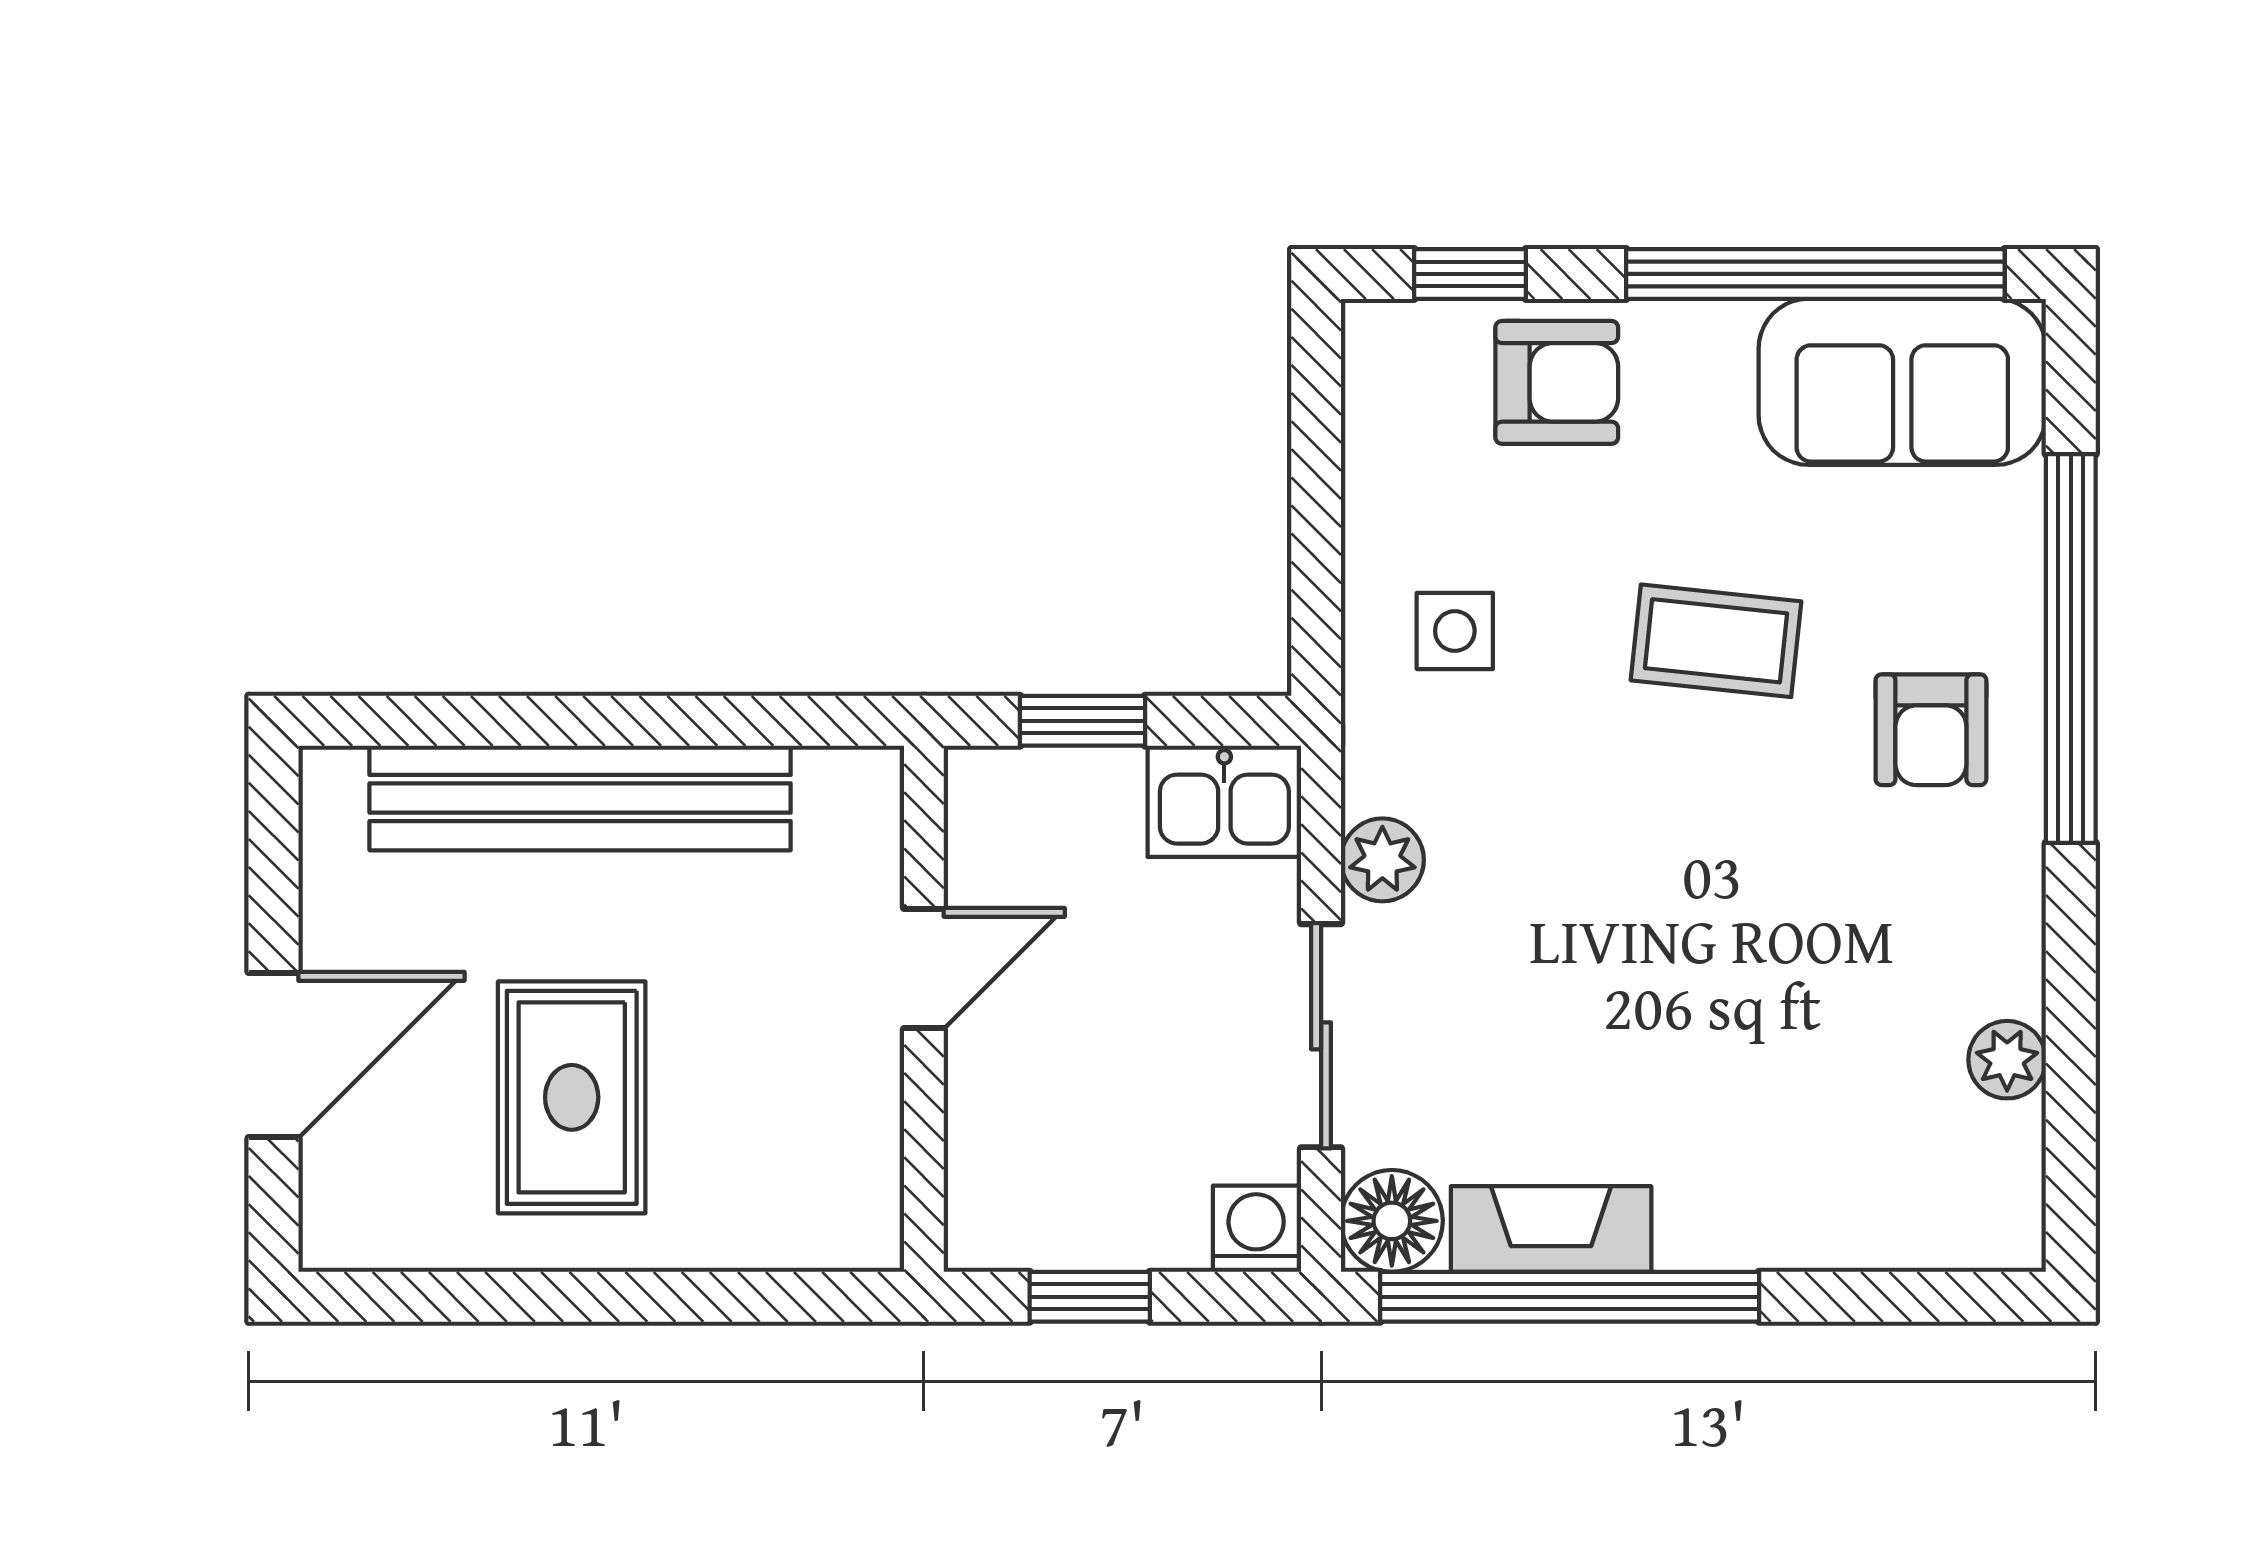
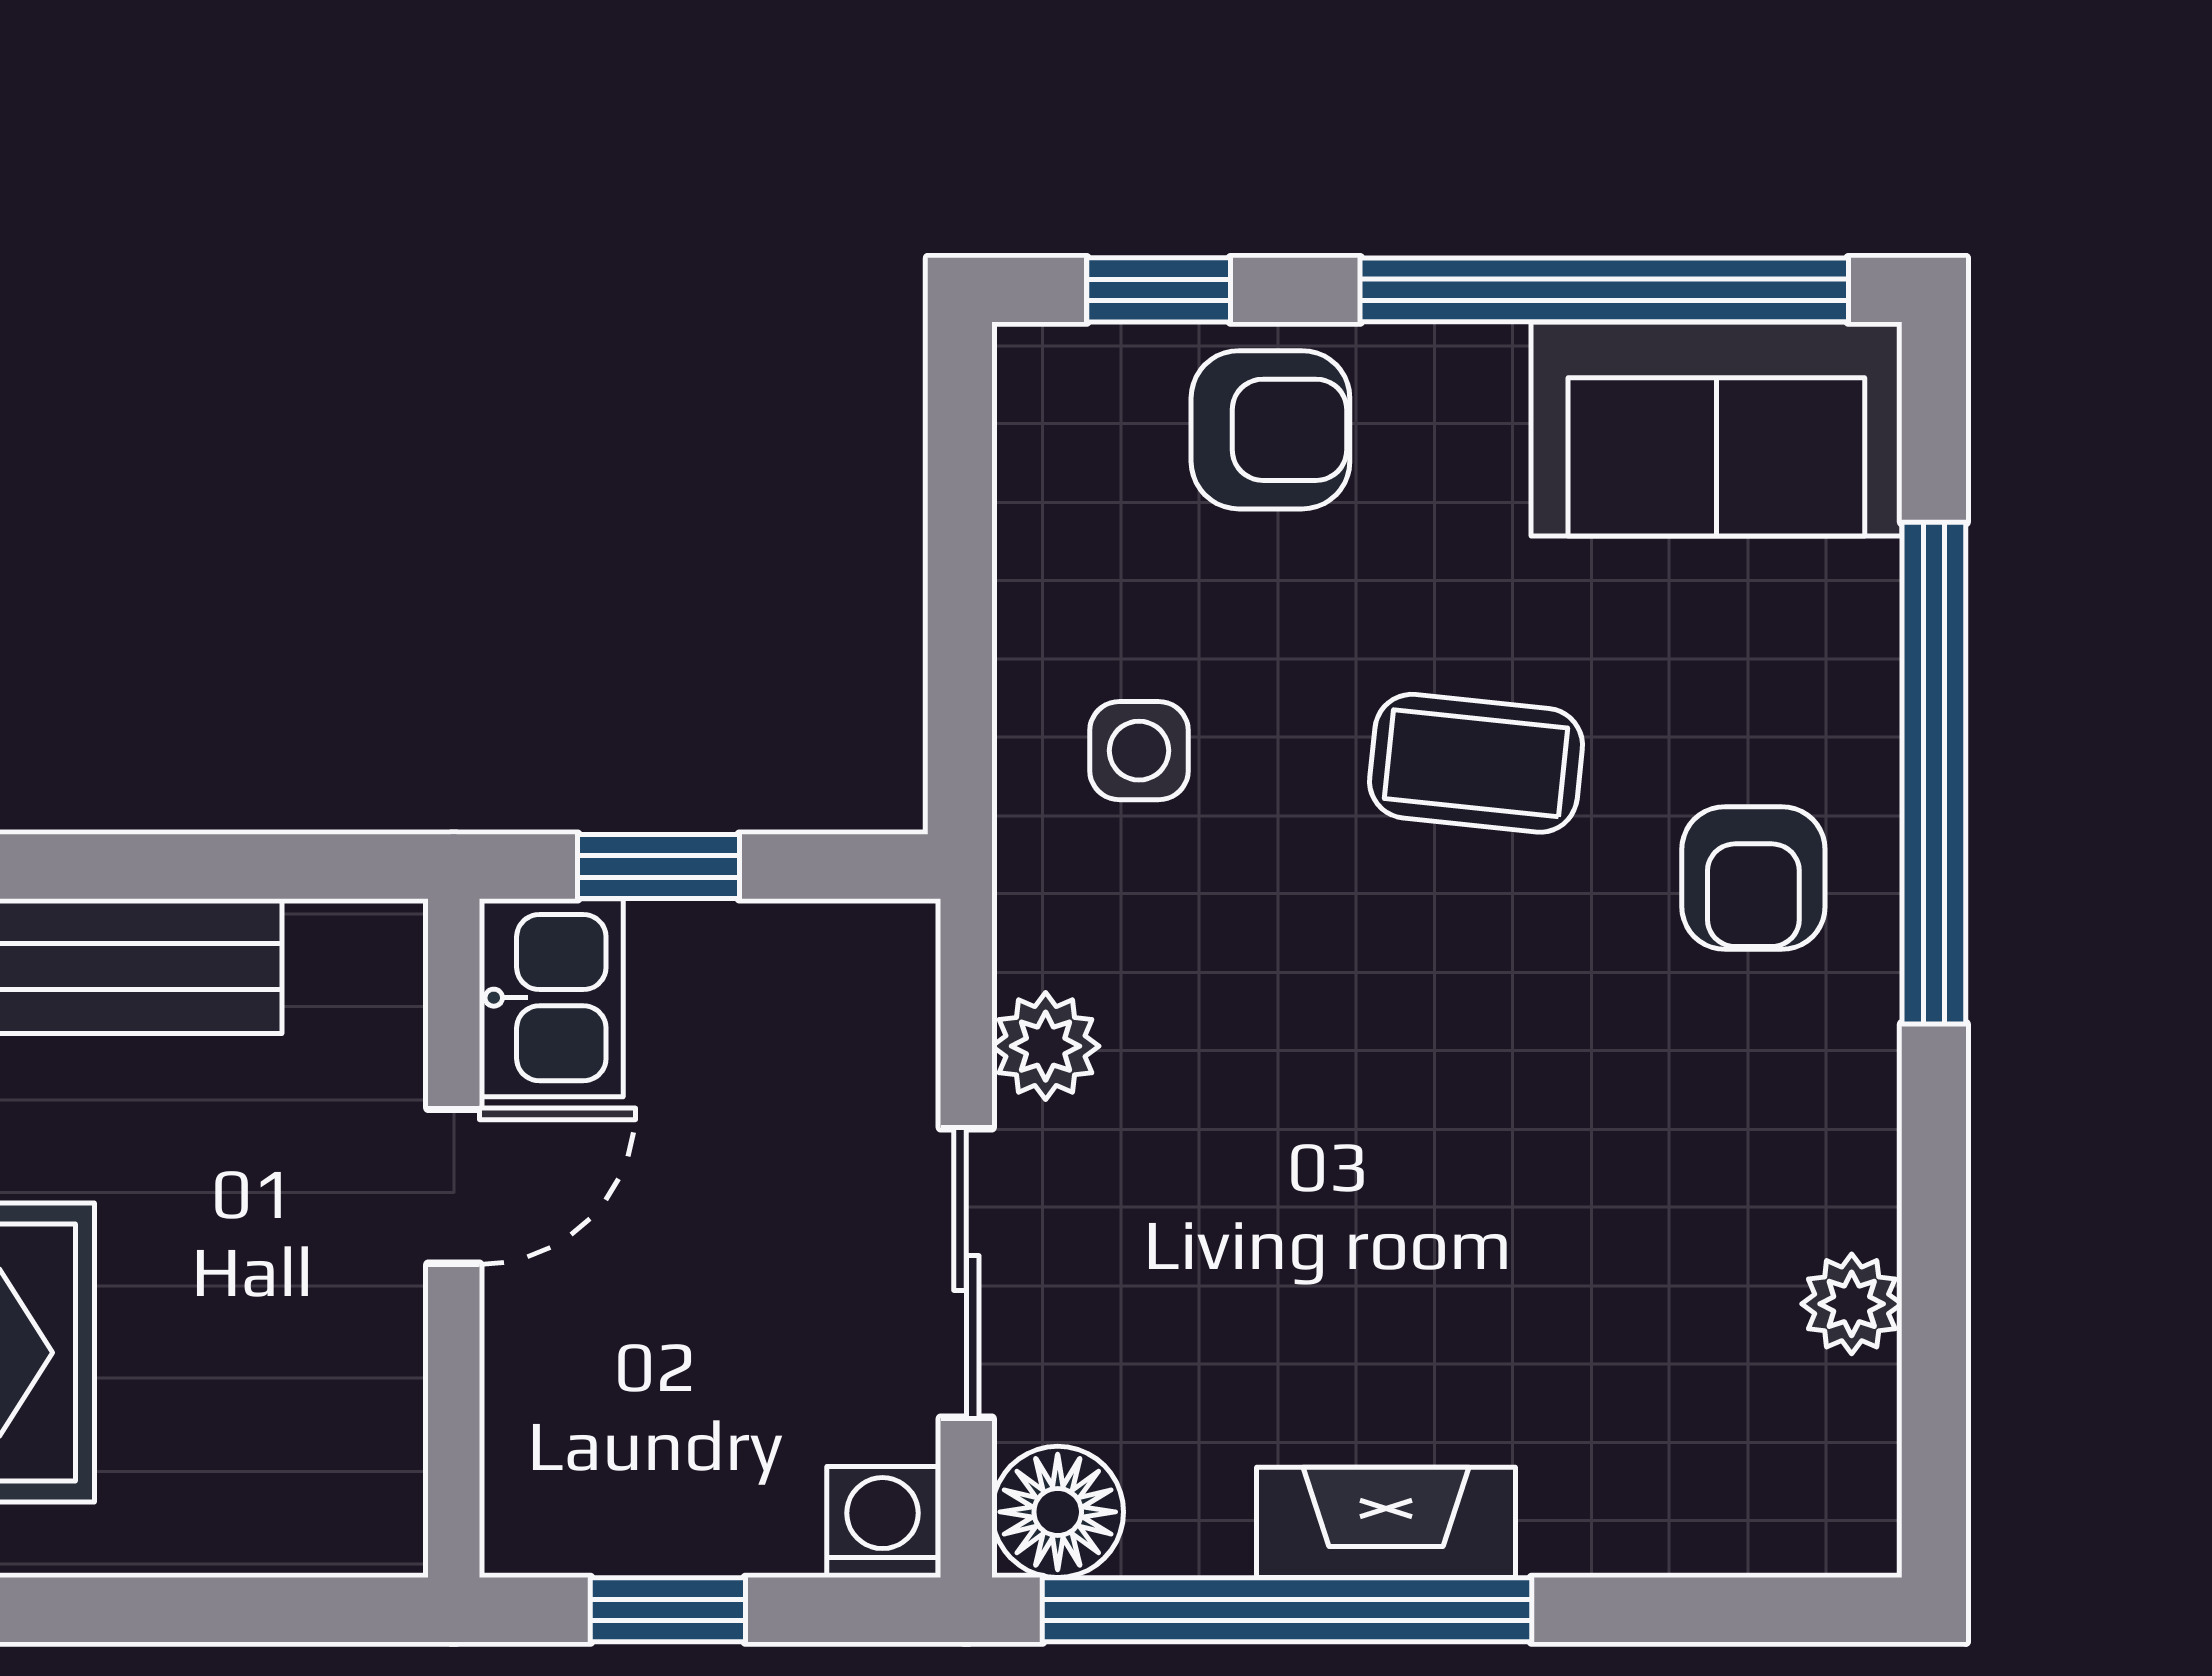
kitchen sink: (1224, 801) -> (551, 998), moved, turned -90
fireplace: (1551, 1229) -> (1386, 1522), moved

